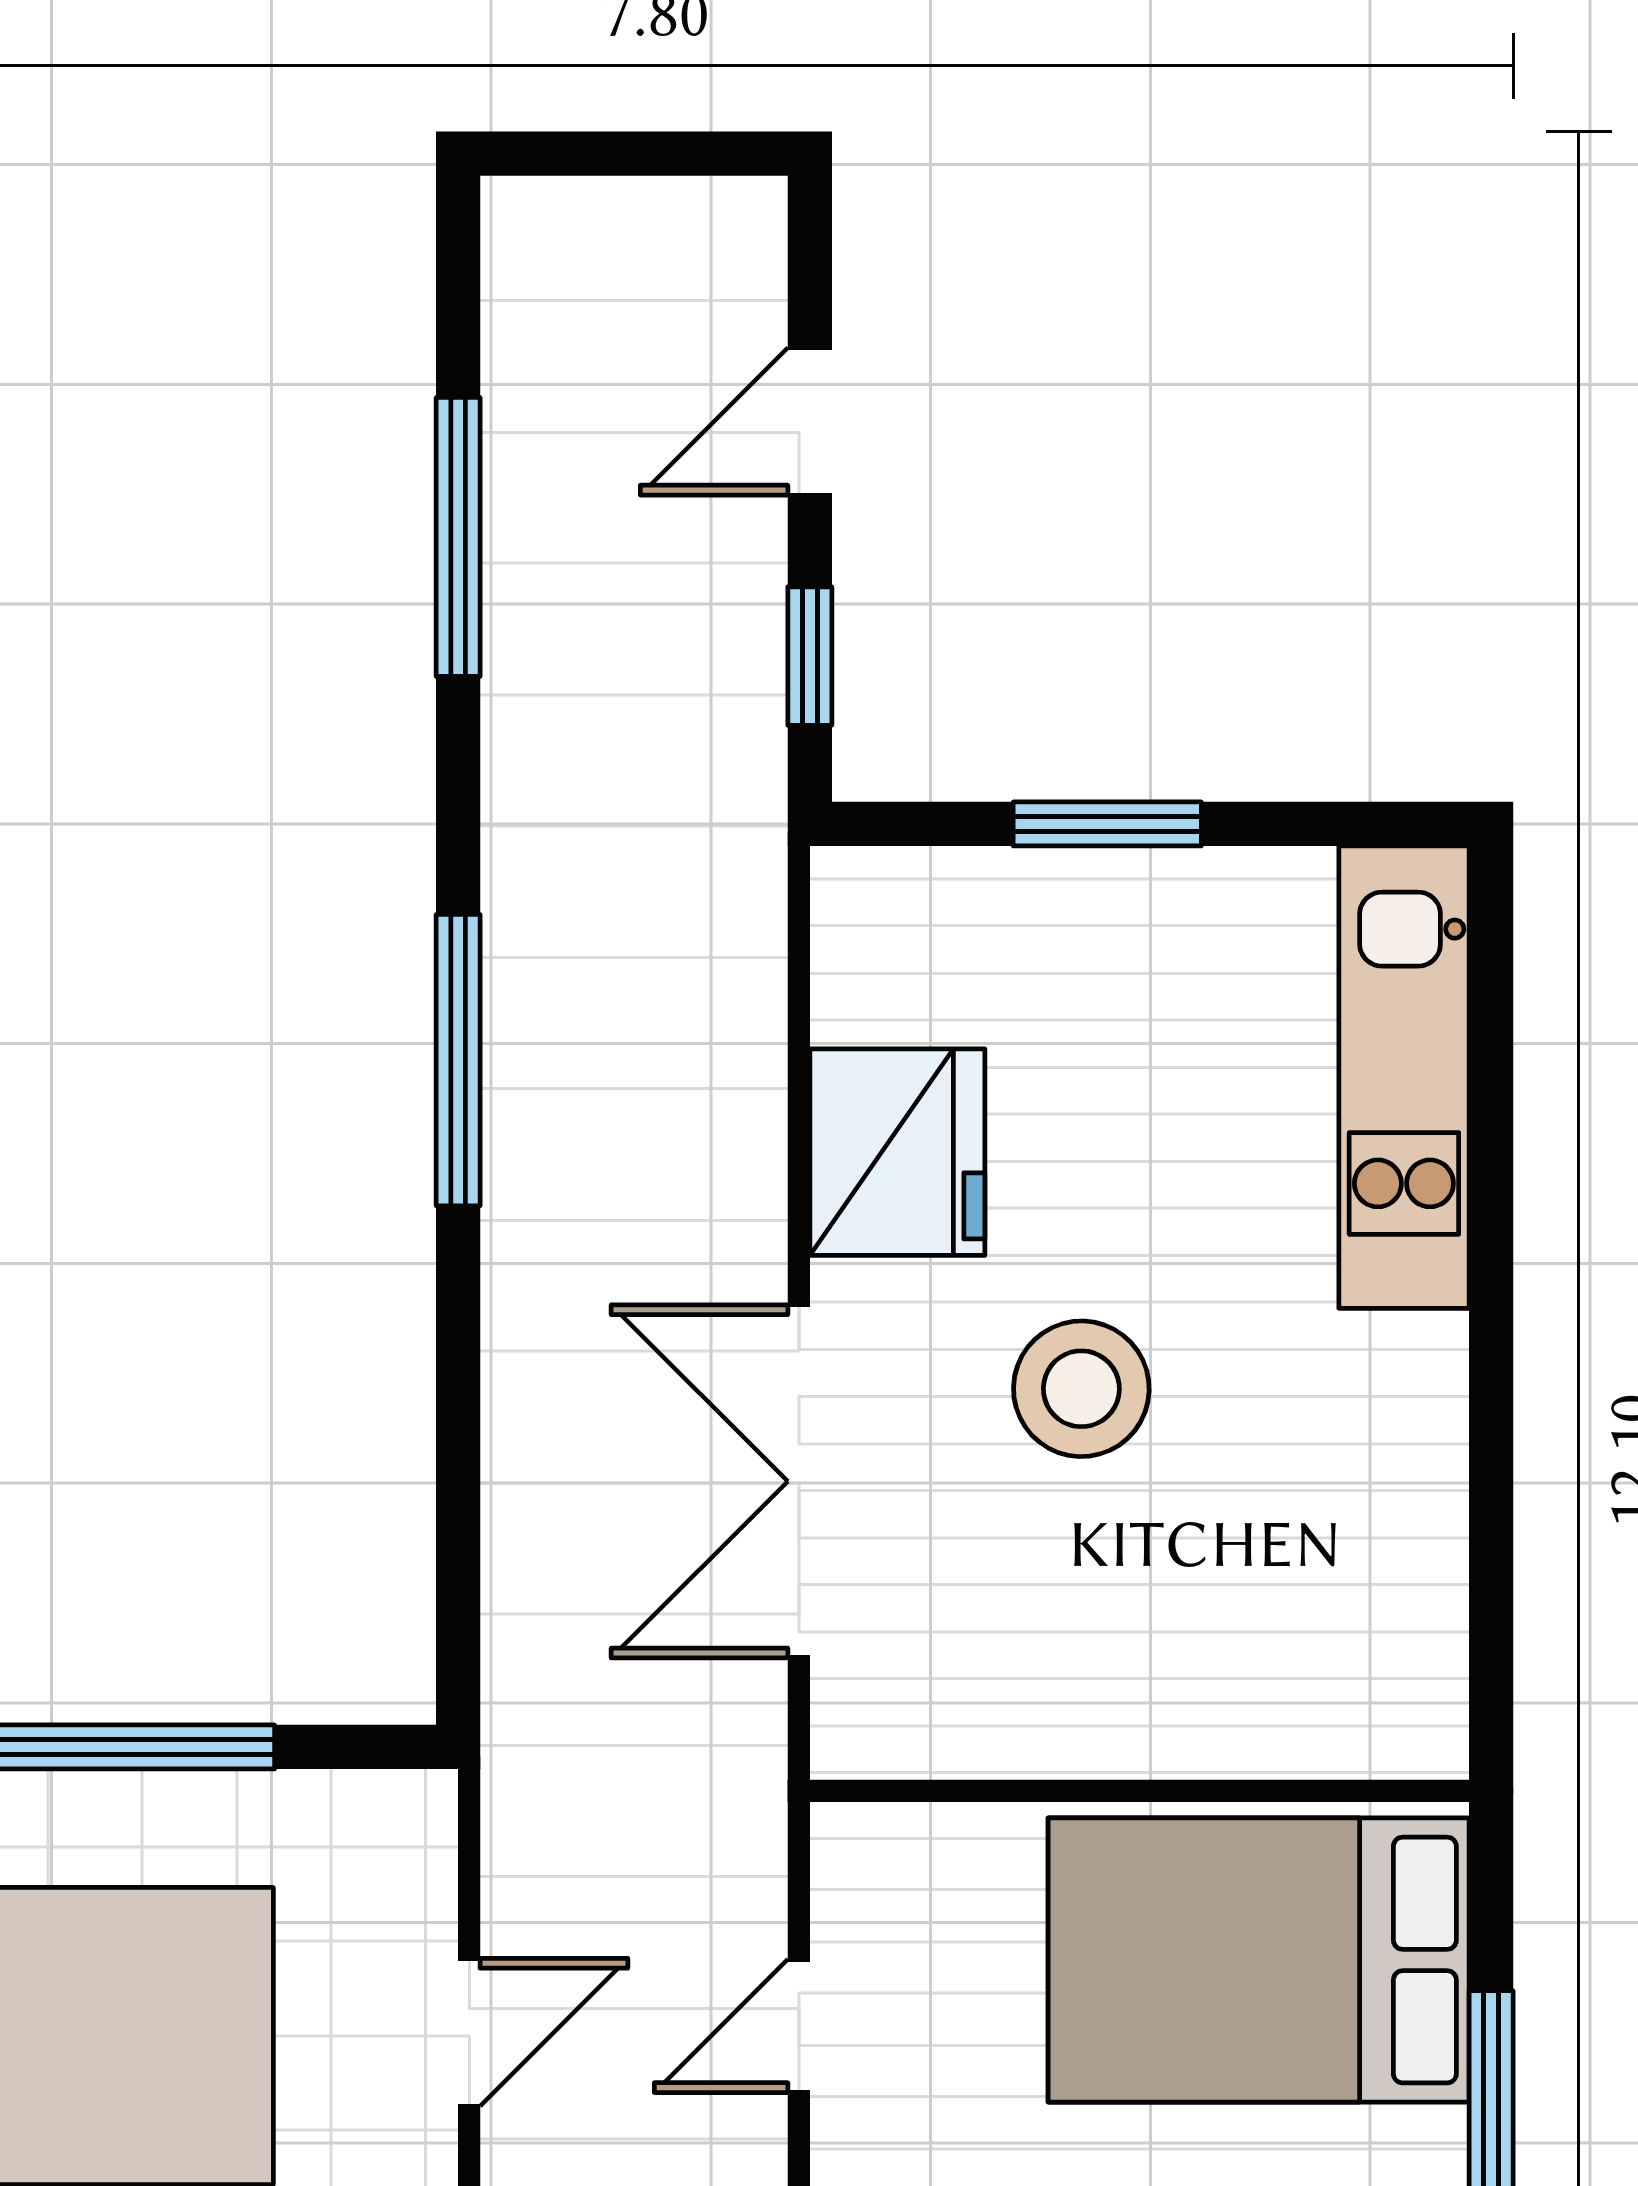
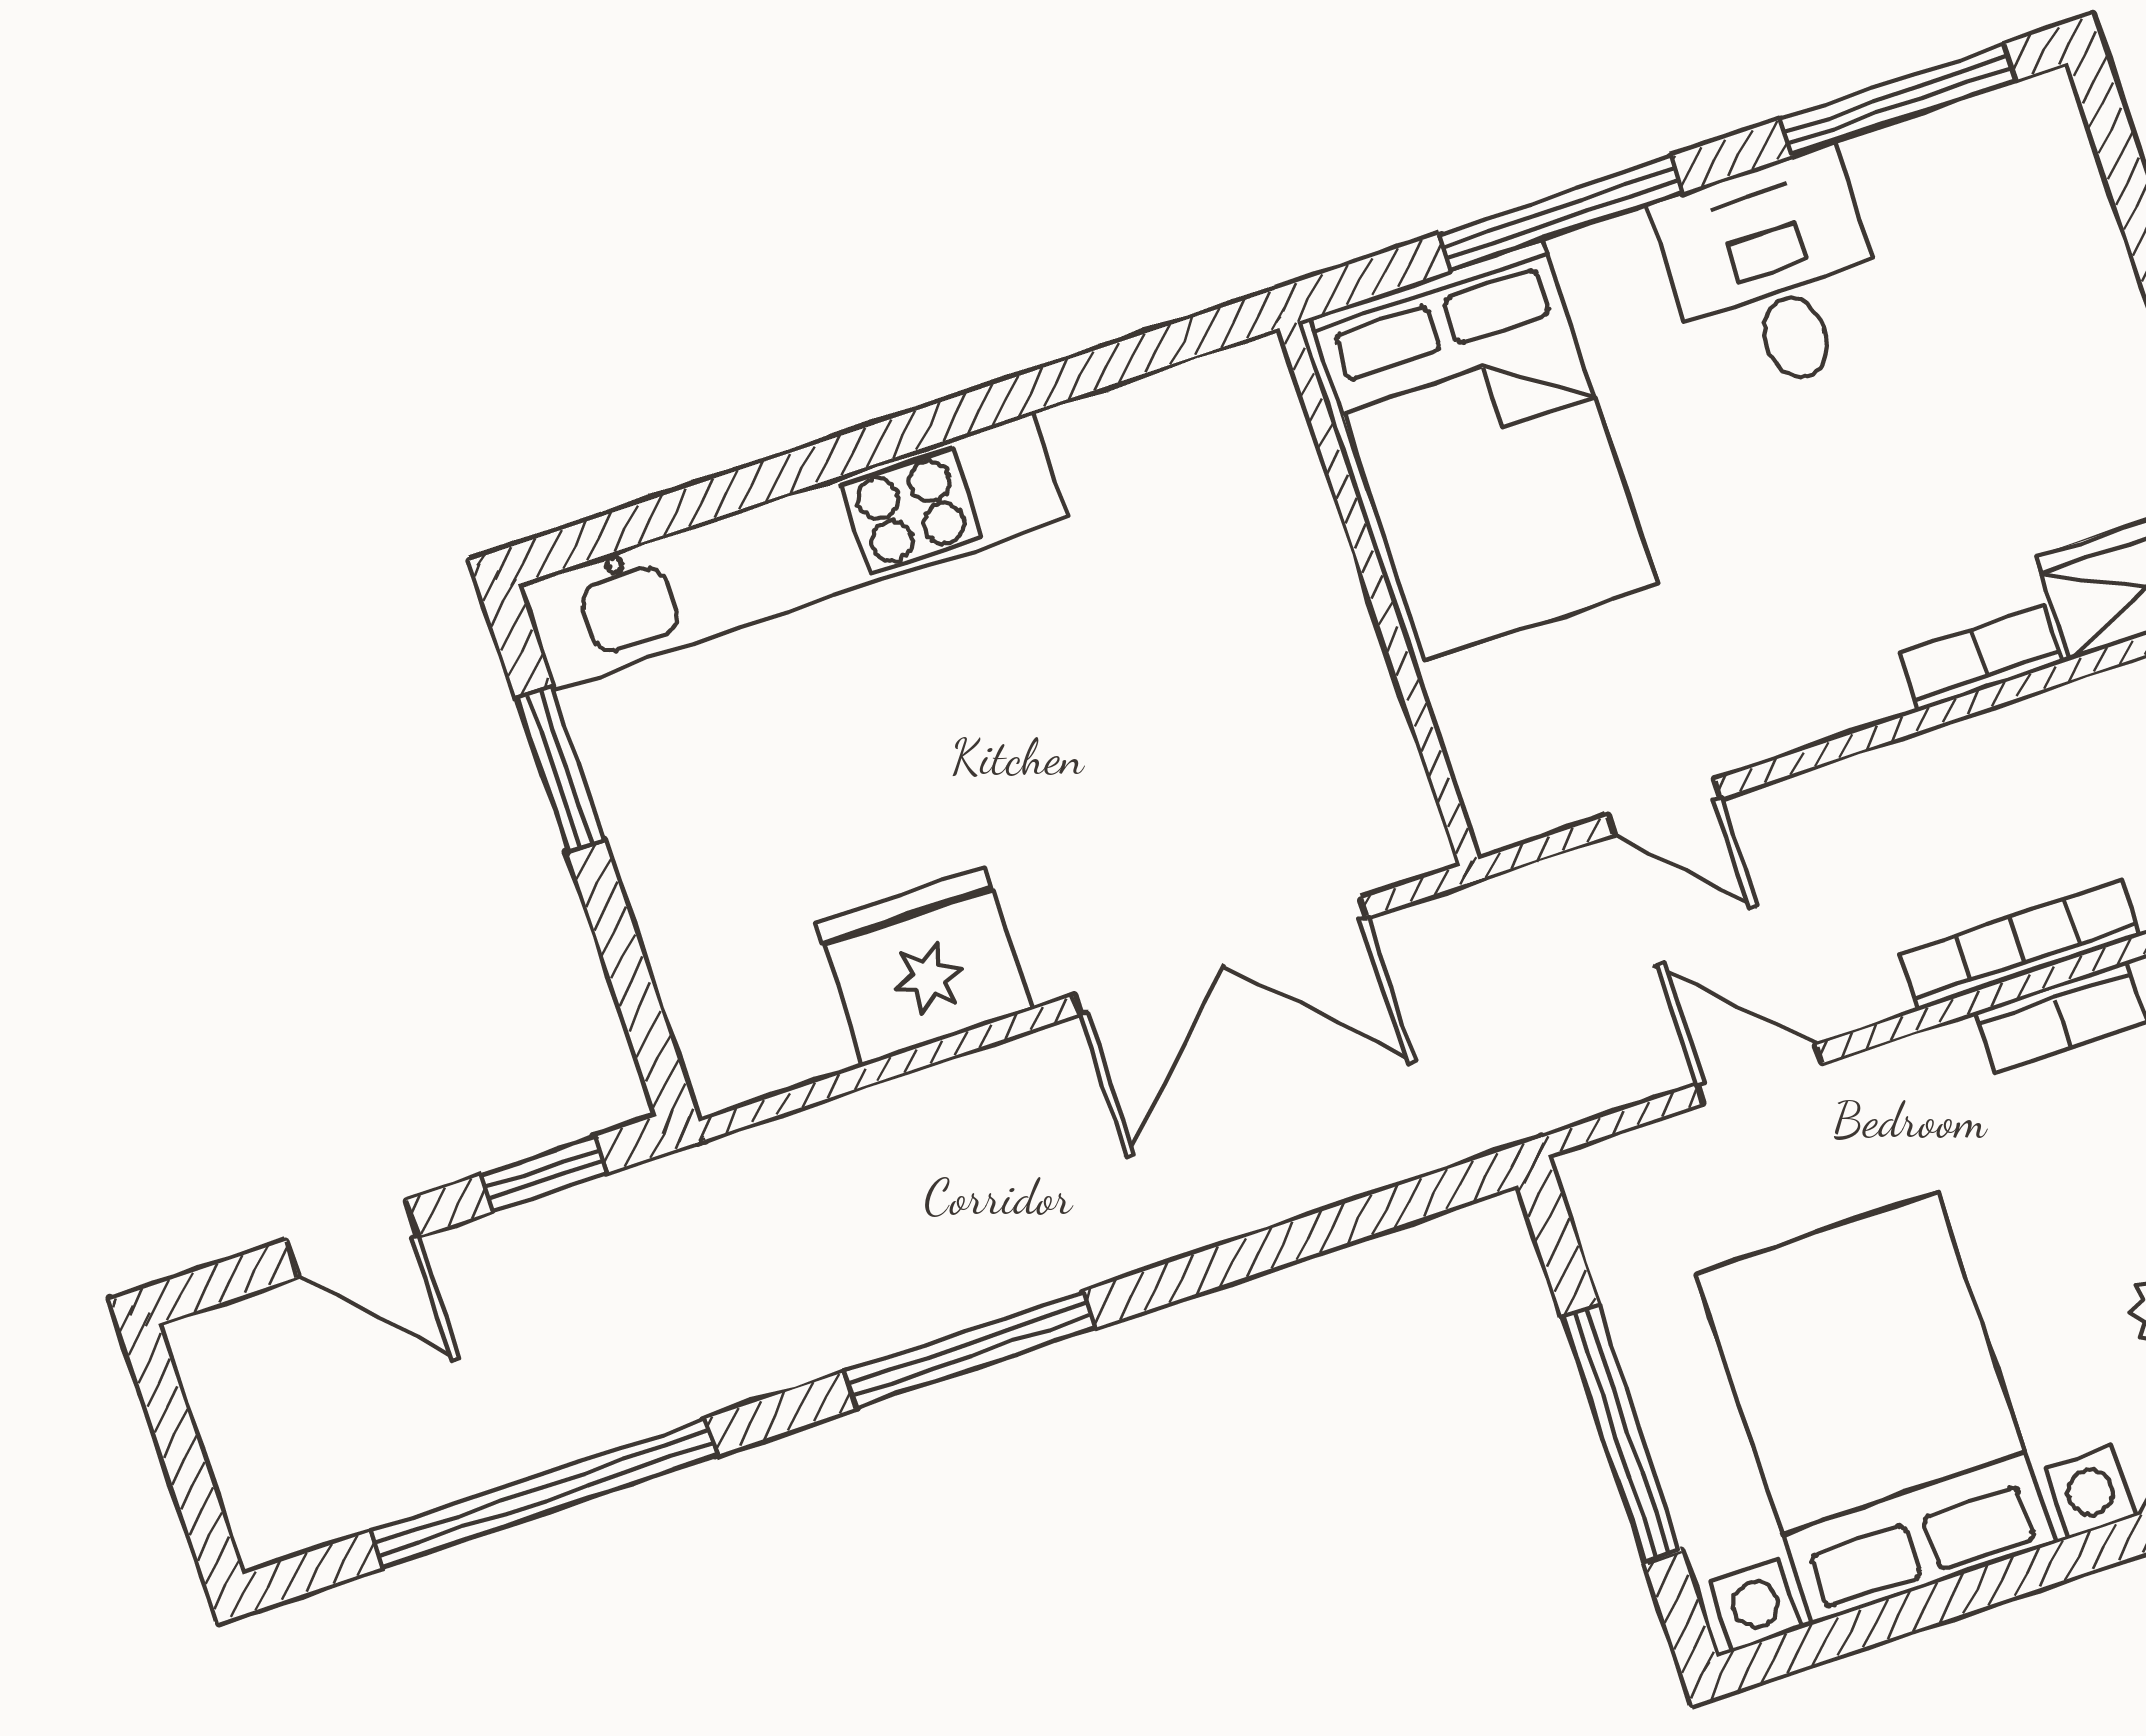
window: (458, 537) -> (543, 1493), width x1.46
window: (1107, 824) -> (560, 769), moved
kitchen unit: (1404, 1077) -> (793, 551), width x1.36
stool: (1081, 1389) -> (1067, 751), removed

